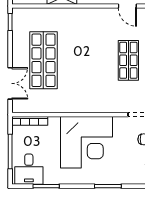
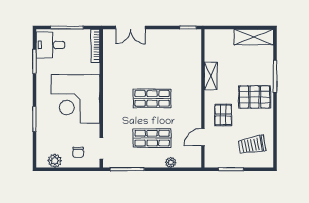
shop shelf: (43, 60) -> (152, 98), moved, width x0.70, depth x0.74

